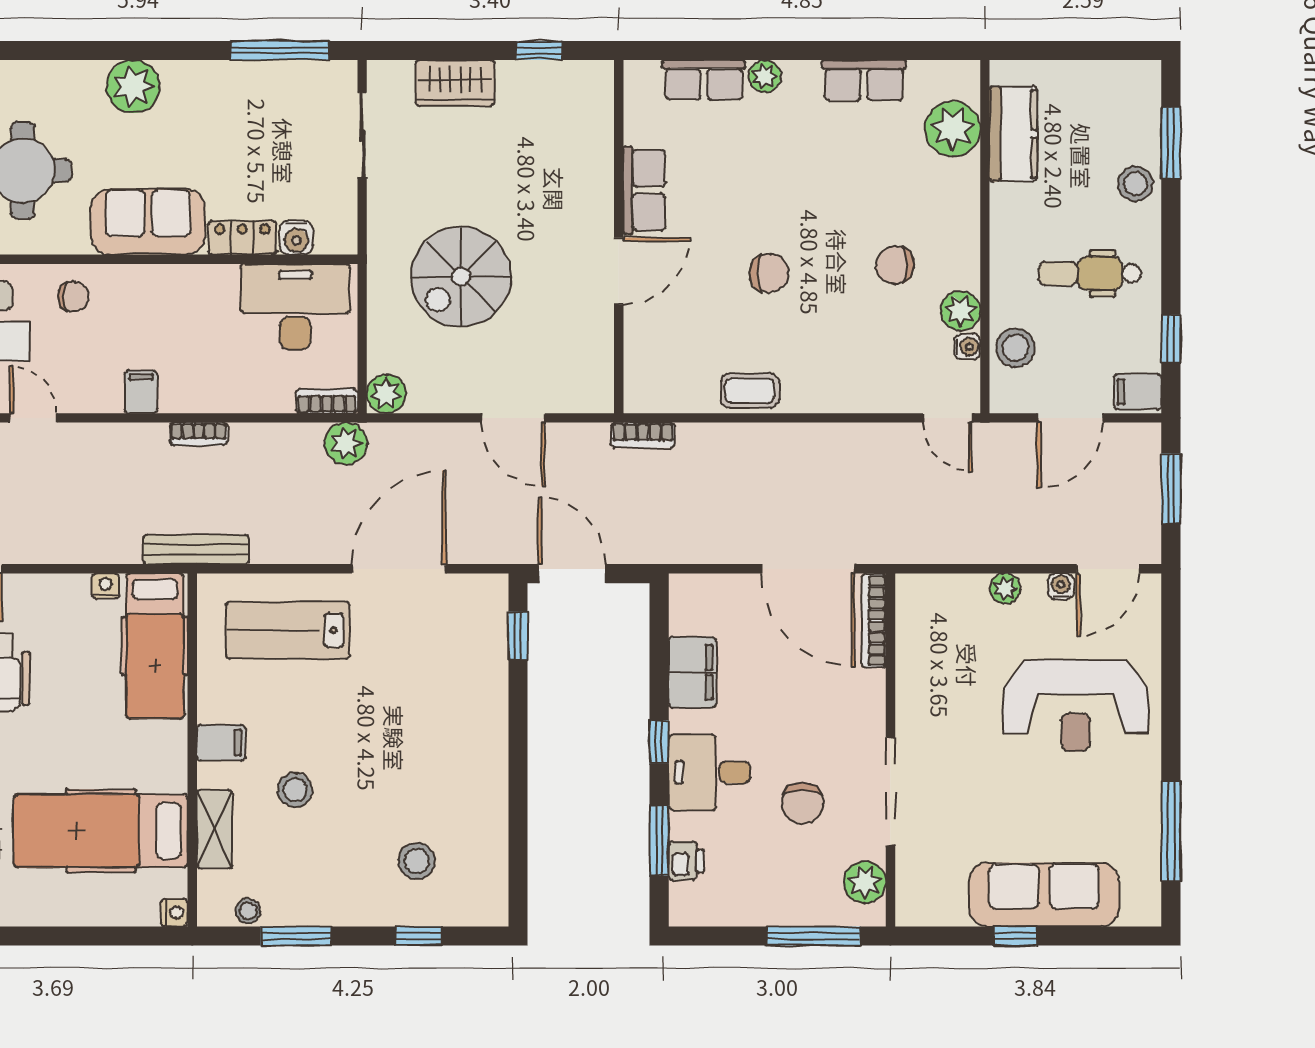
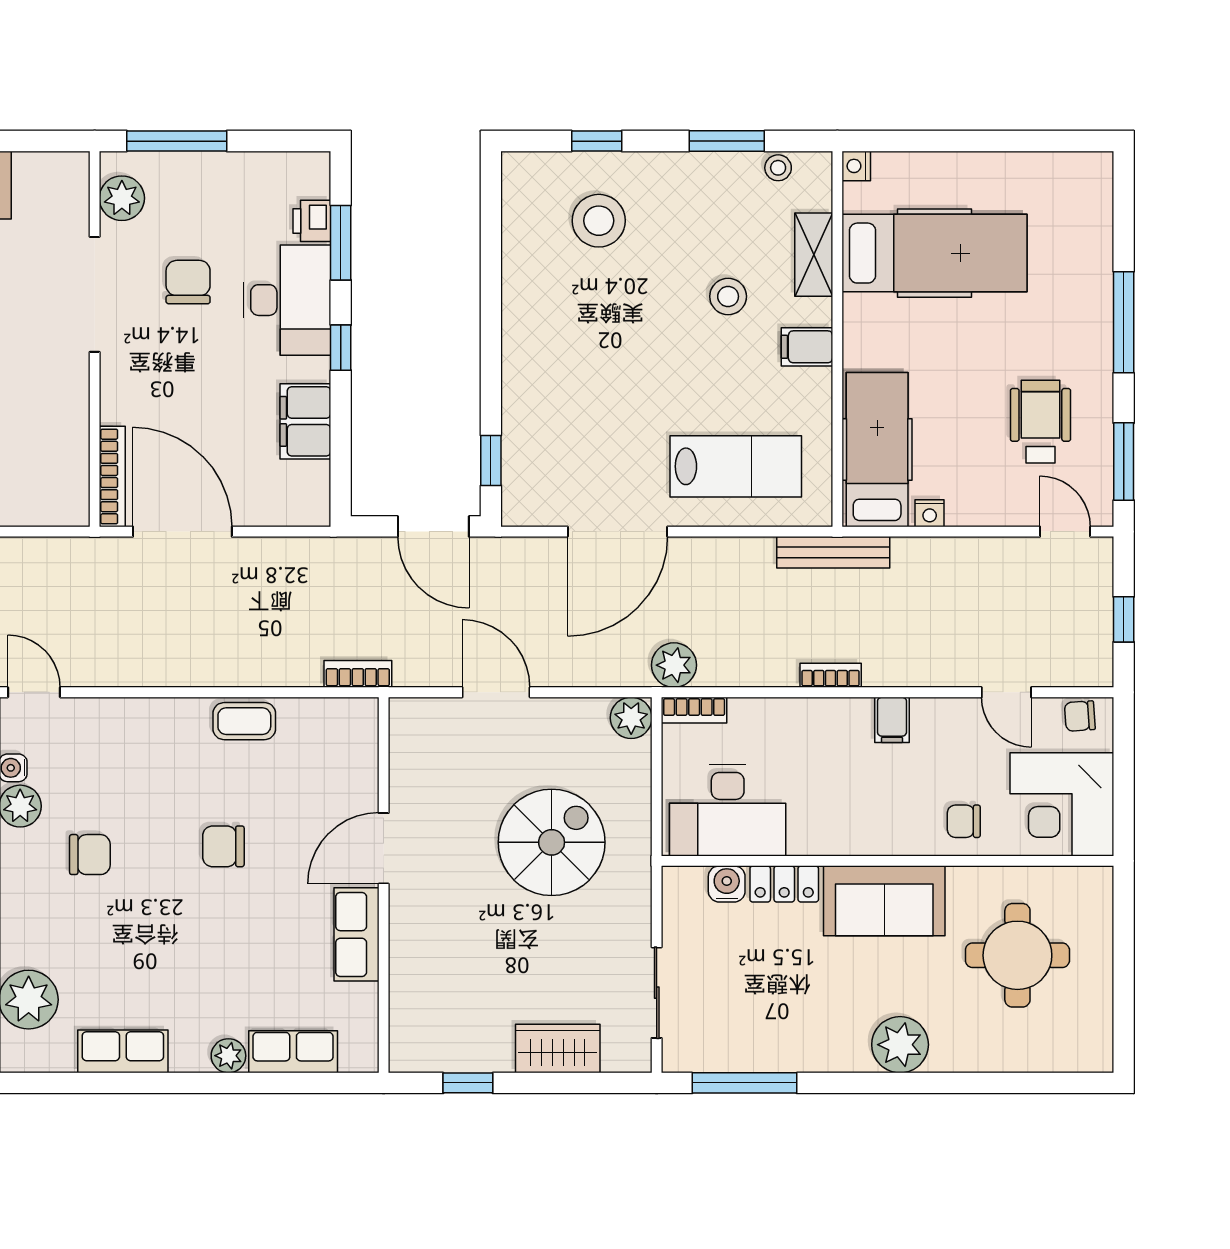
desk: (709, 772) -> (287, 300), width x1.37
stool: (417, 861) -> (599, 221), width x1.38, depth x1.38

